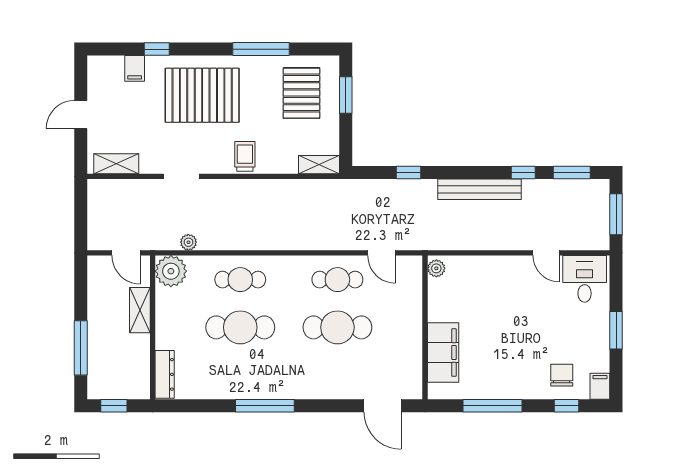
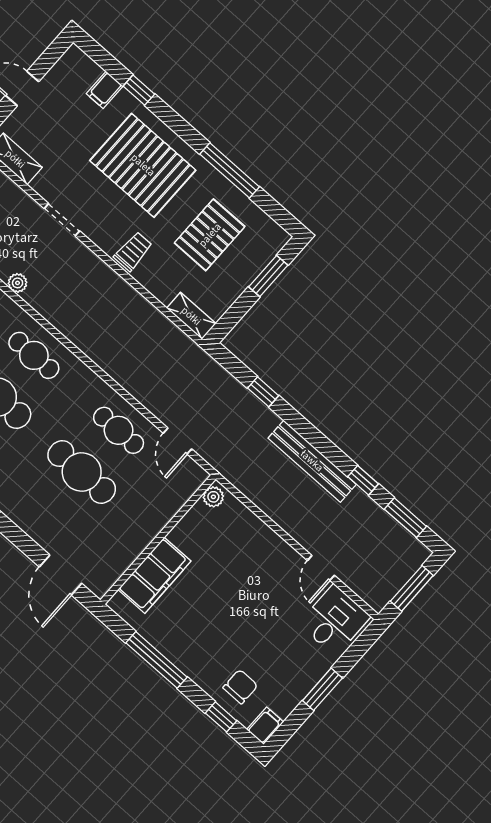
pallet: (301, 93) -> (210, 235), moved

